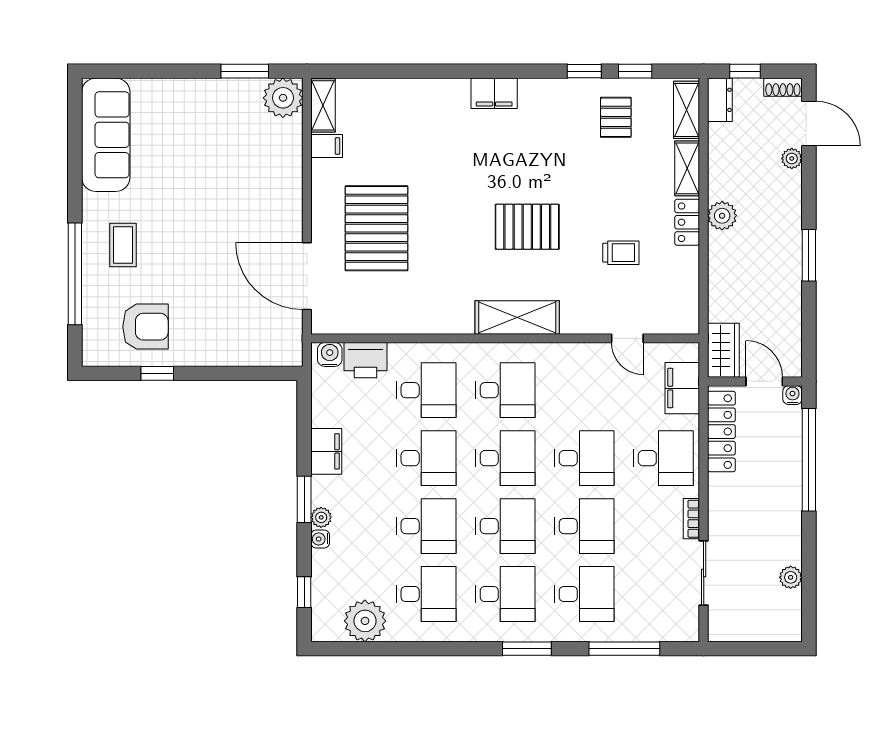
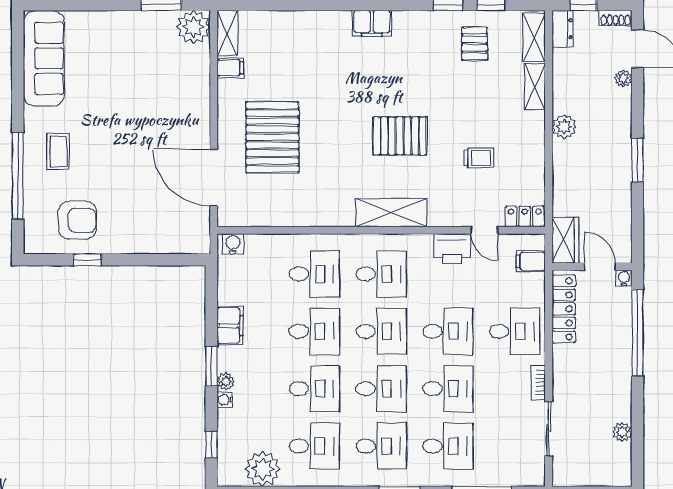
locker: (687, 222) -> (525, 216), moved, turned 90
printer: (366, 360) -> (452, 249), moved
filing cabinet: (682, 388) -> (531, 261), width x0.50

